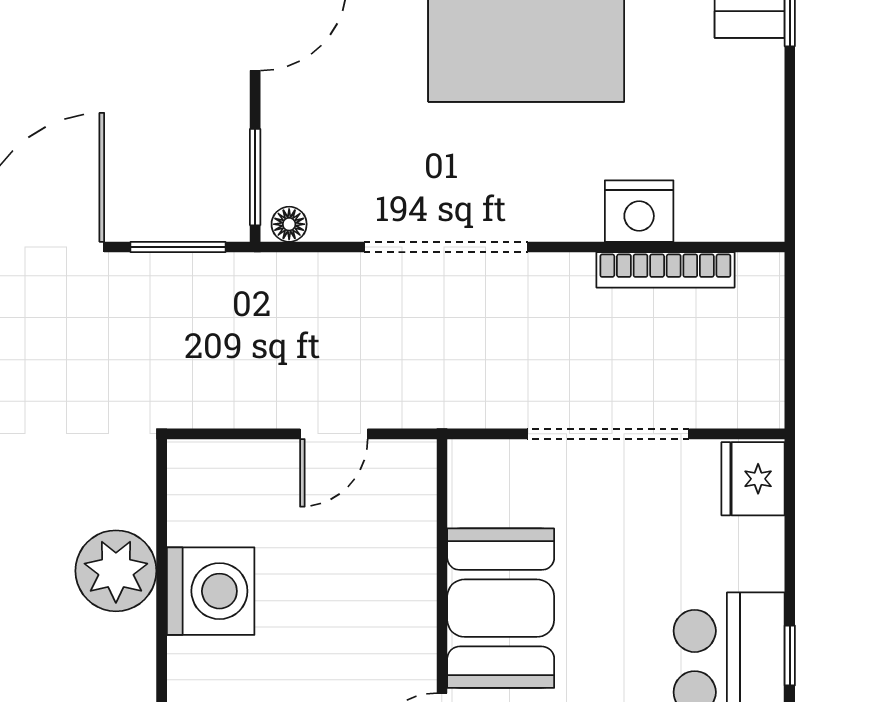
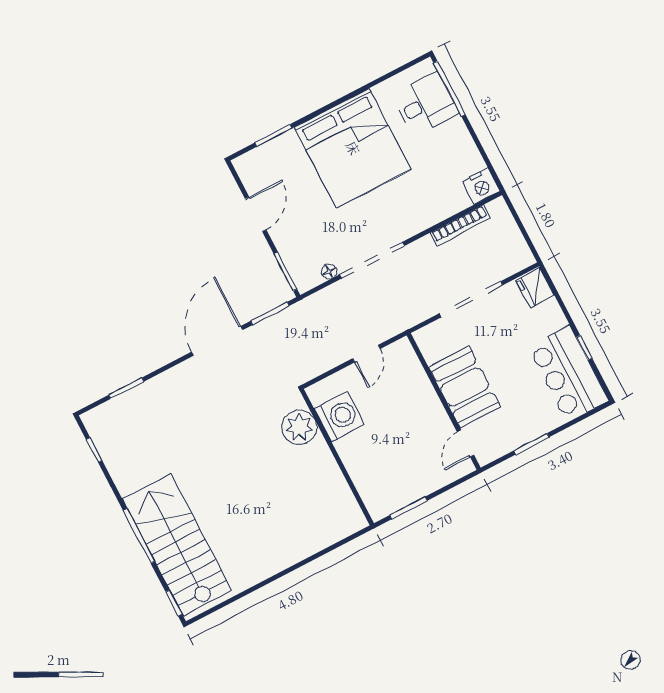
nightstand: (639, 211) -> (481, 186), moved
floor lamp: (289, 224) -> (329, 271), moved
plant: (116, 571) -> (299, 427), moved
washing machine: (211, 591) -> (339, 417), moved

